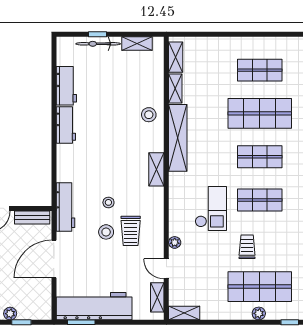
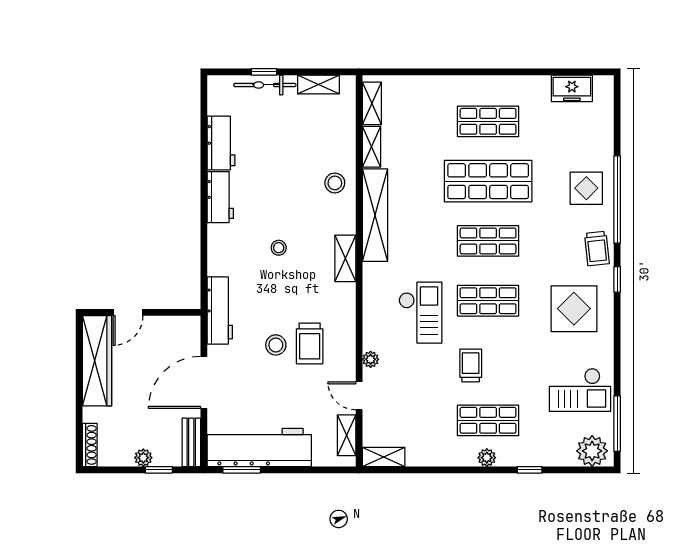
stool: (108, 202) -> (279, 248), moved
bench: (32, 217) -> (191, 442), moved, turned 90
shop shelf: (260, 287) -> (488, 420), width x0.70, depth x0.74

